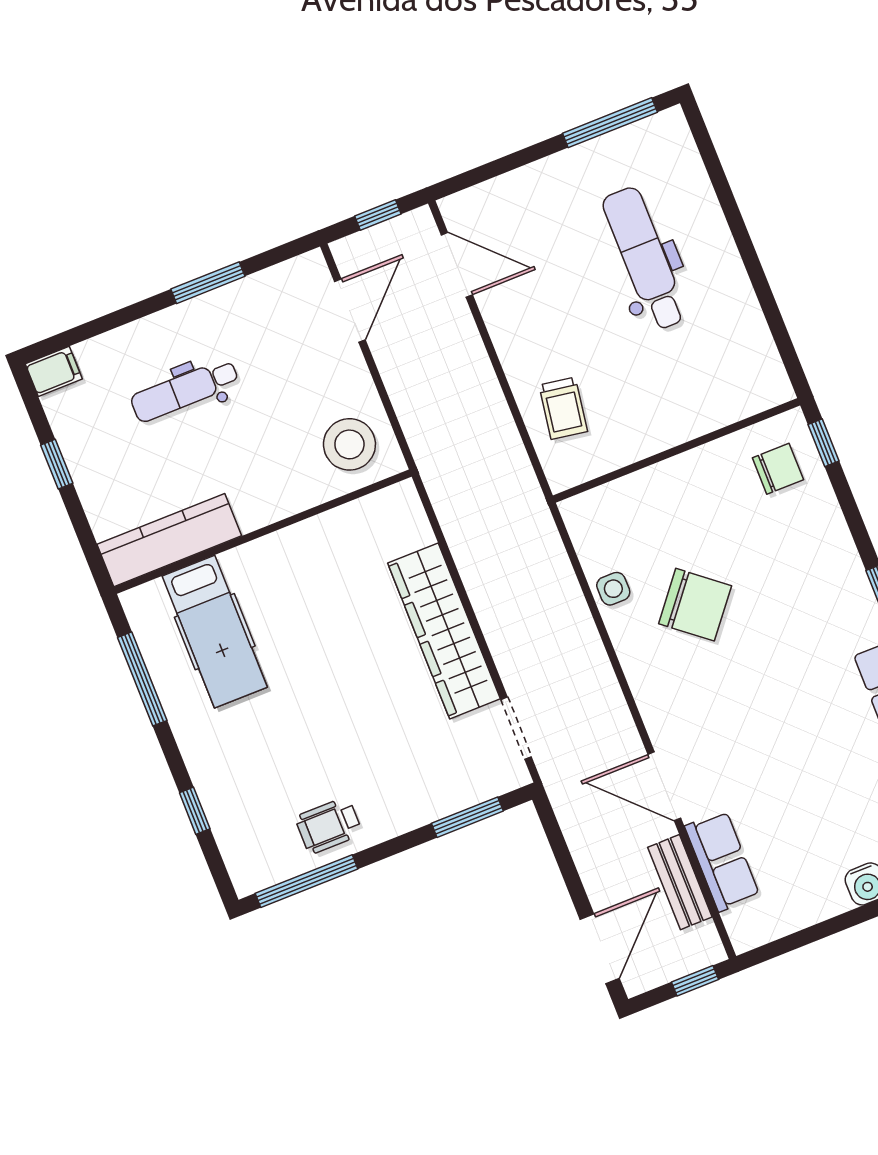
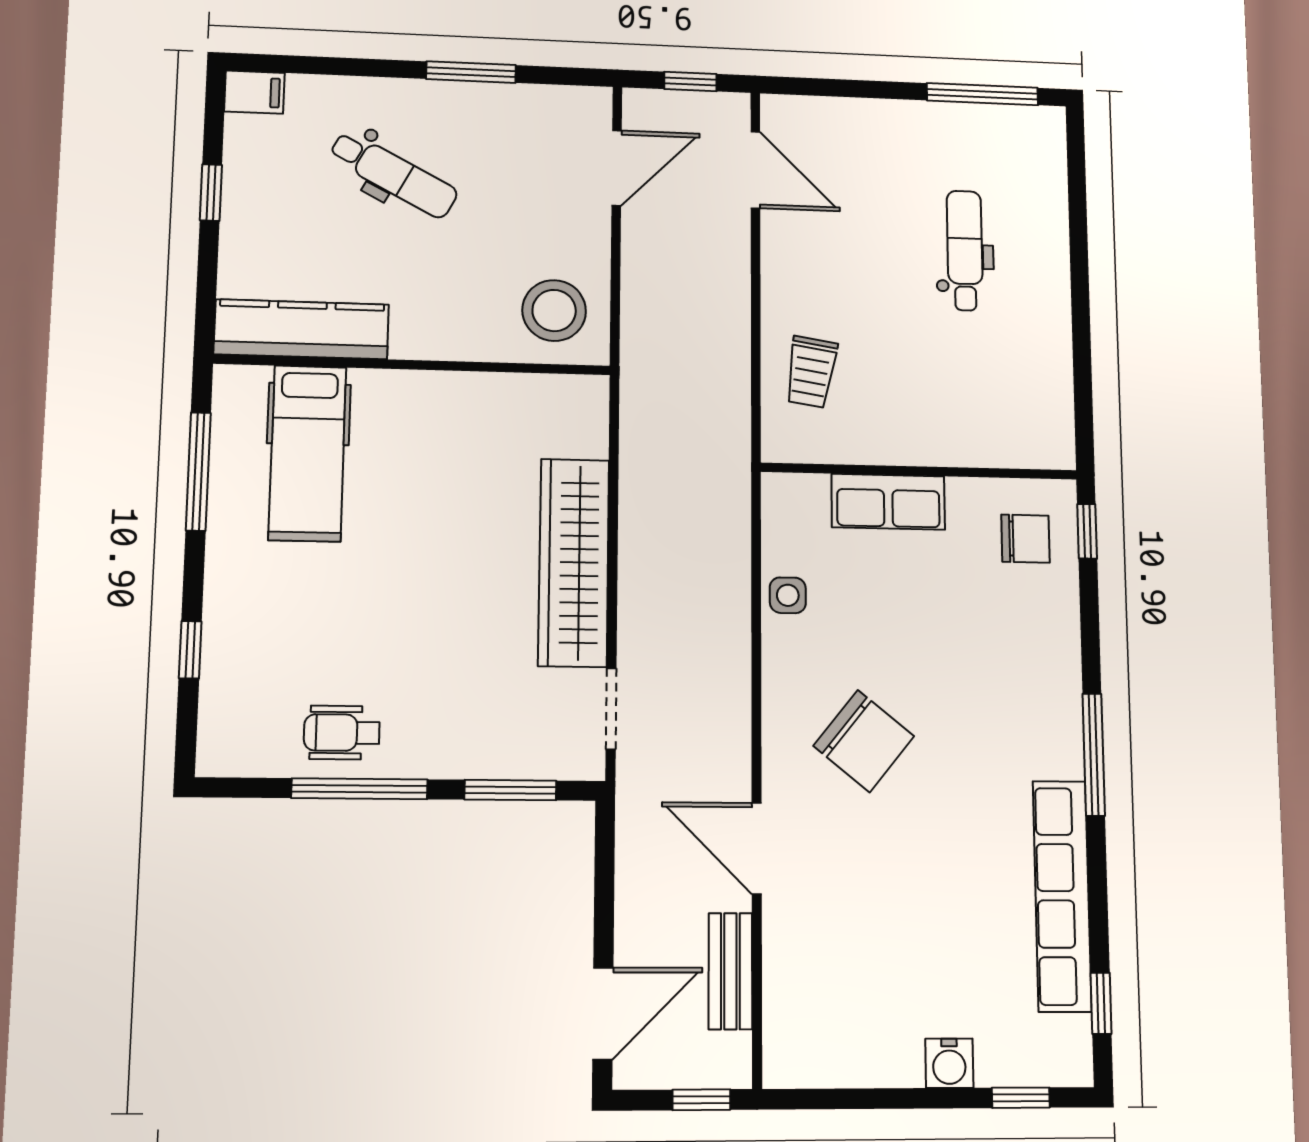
dental chair: (645, 259) -> (965, 250), width x0.73, depth x0.72
dental chair: (185, 390) -> (393, 174), turned -152
chair: (695, 605) -> (864, 741), moved
row of seats: (722, 861) -> (888, 502), moved, turned 90
window: (306, 881) -> (360, 789), moved

